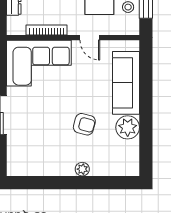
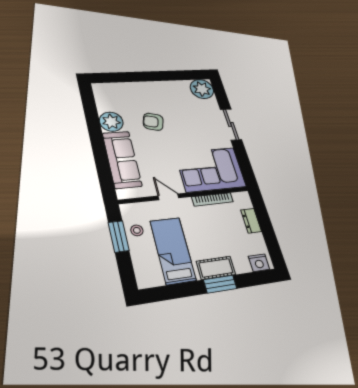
plant: (82, 169) -> (202, 89), moved, width x1.87, depth x1.87

